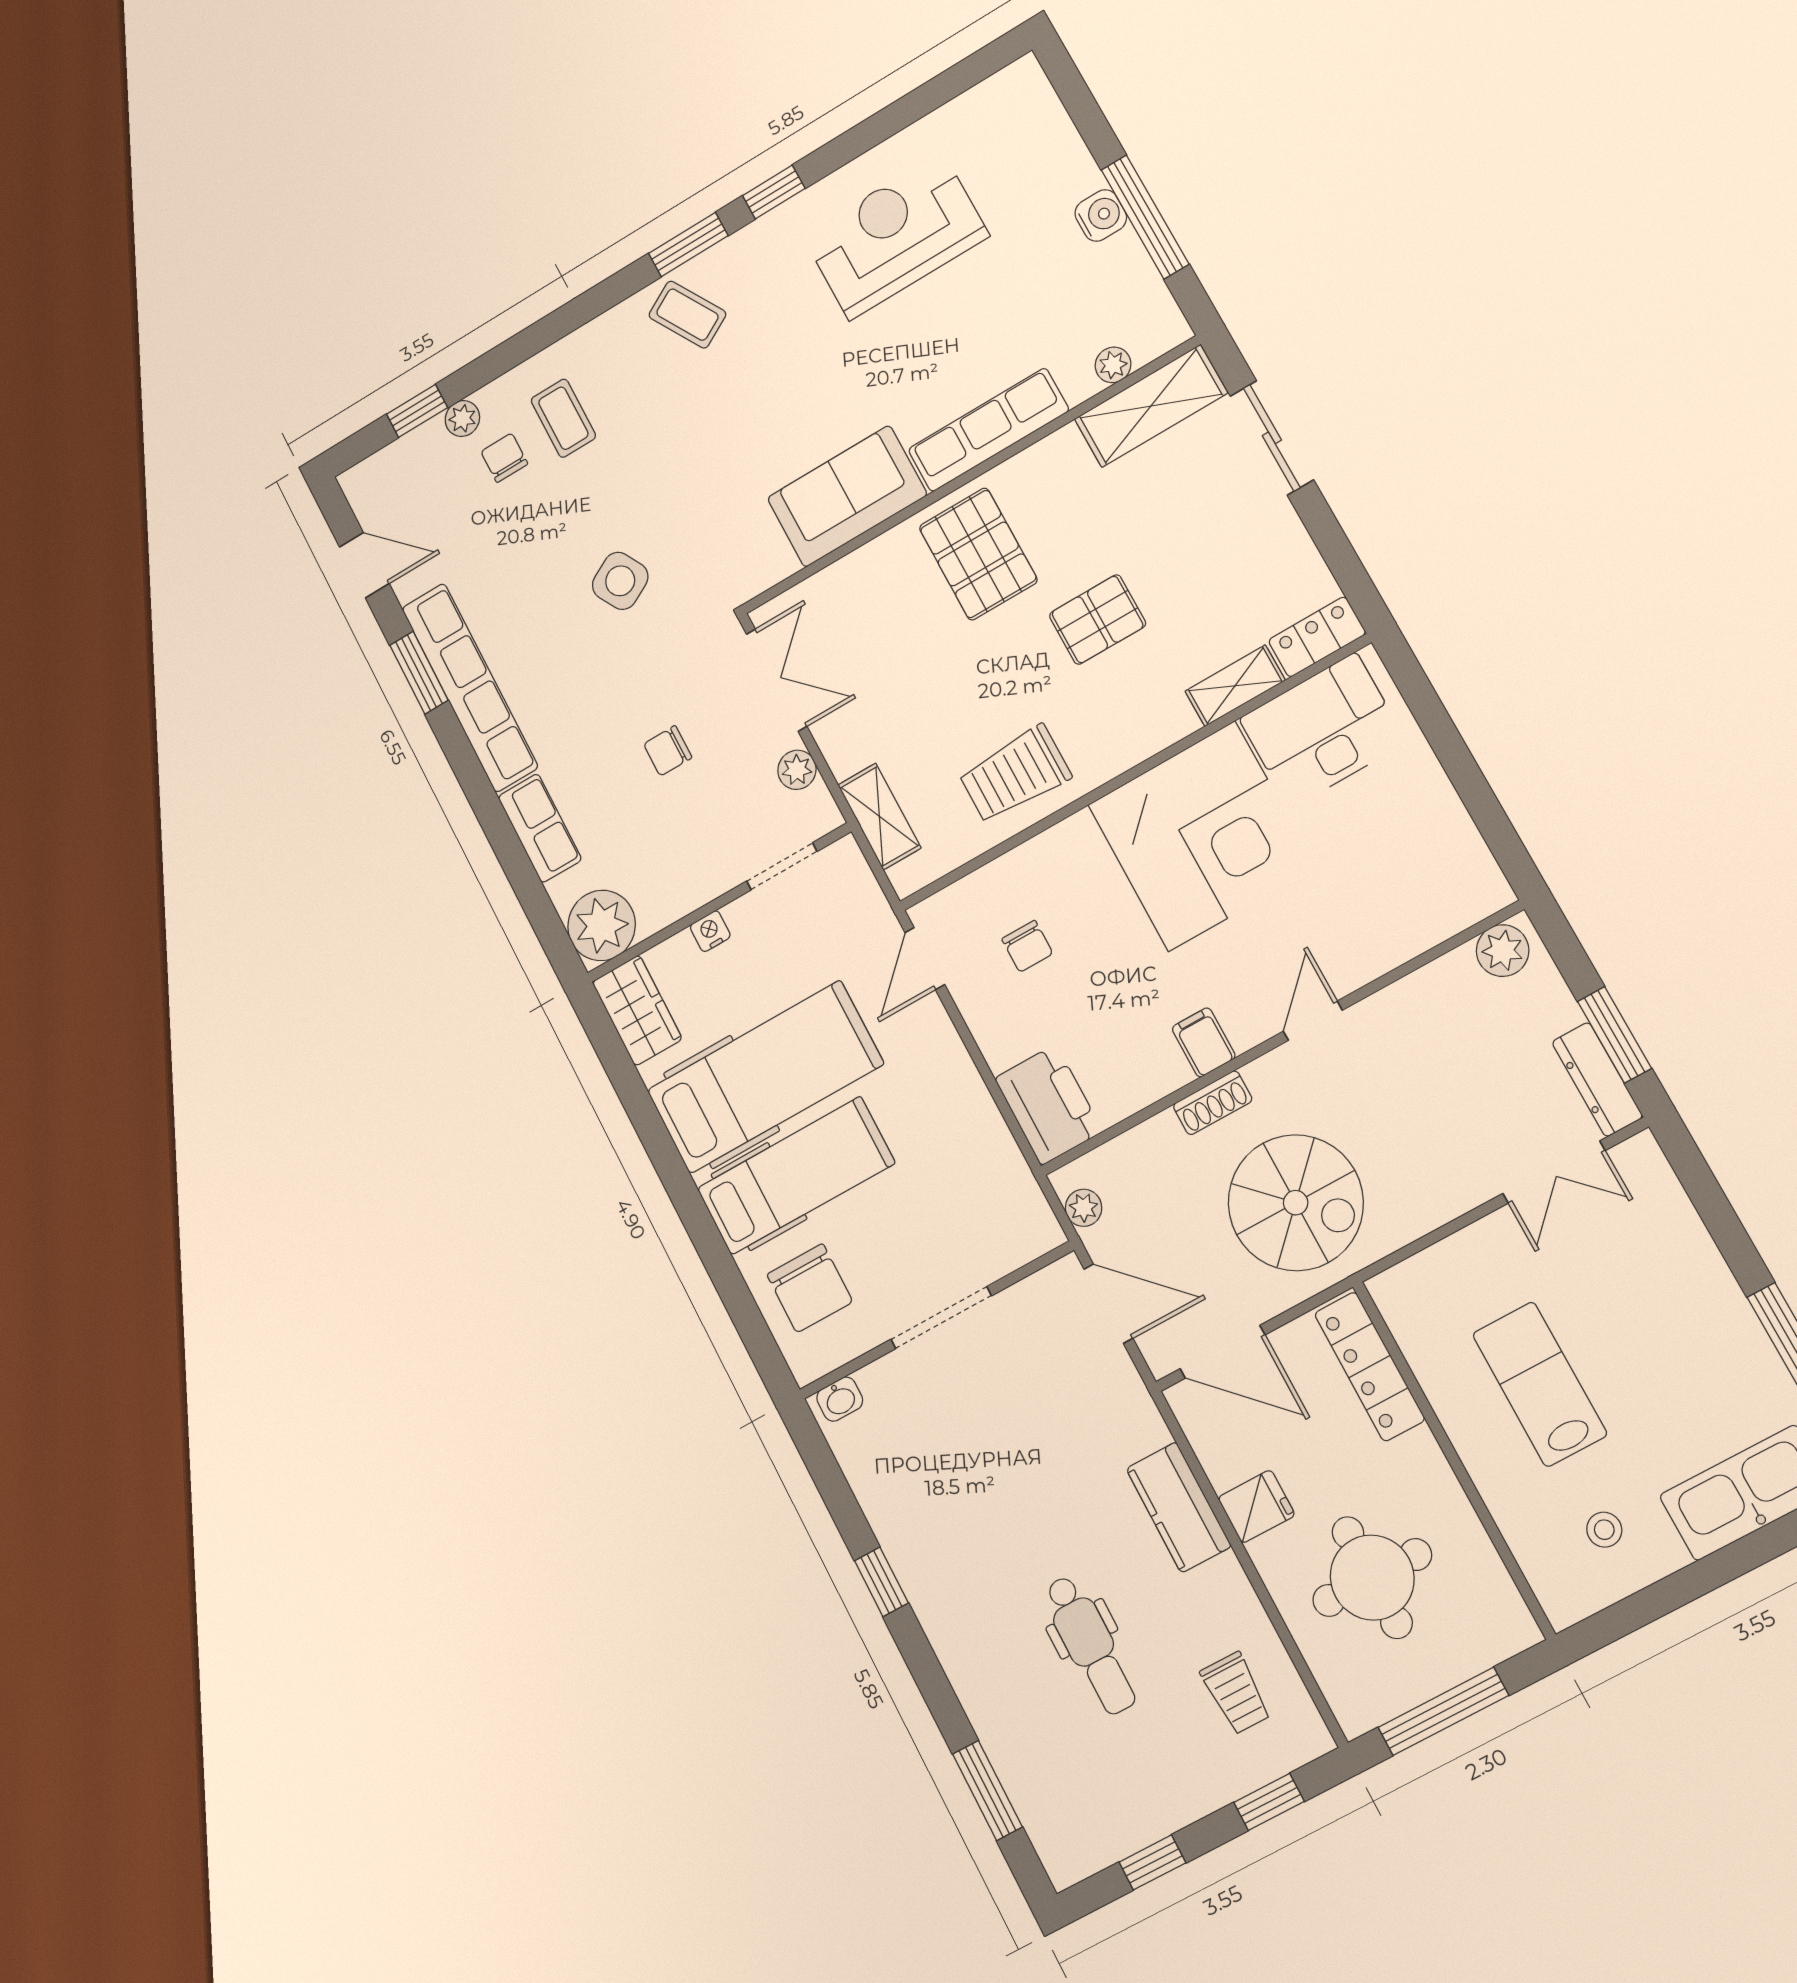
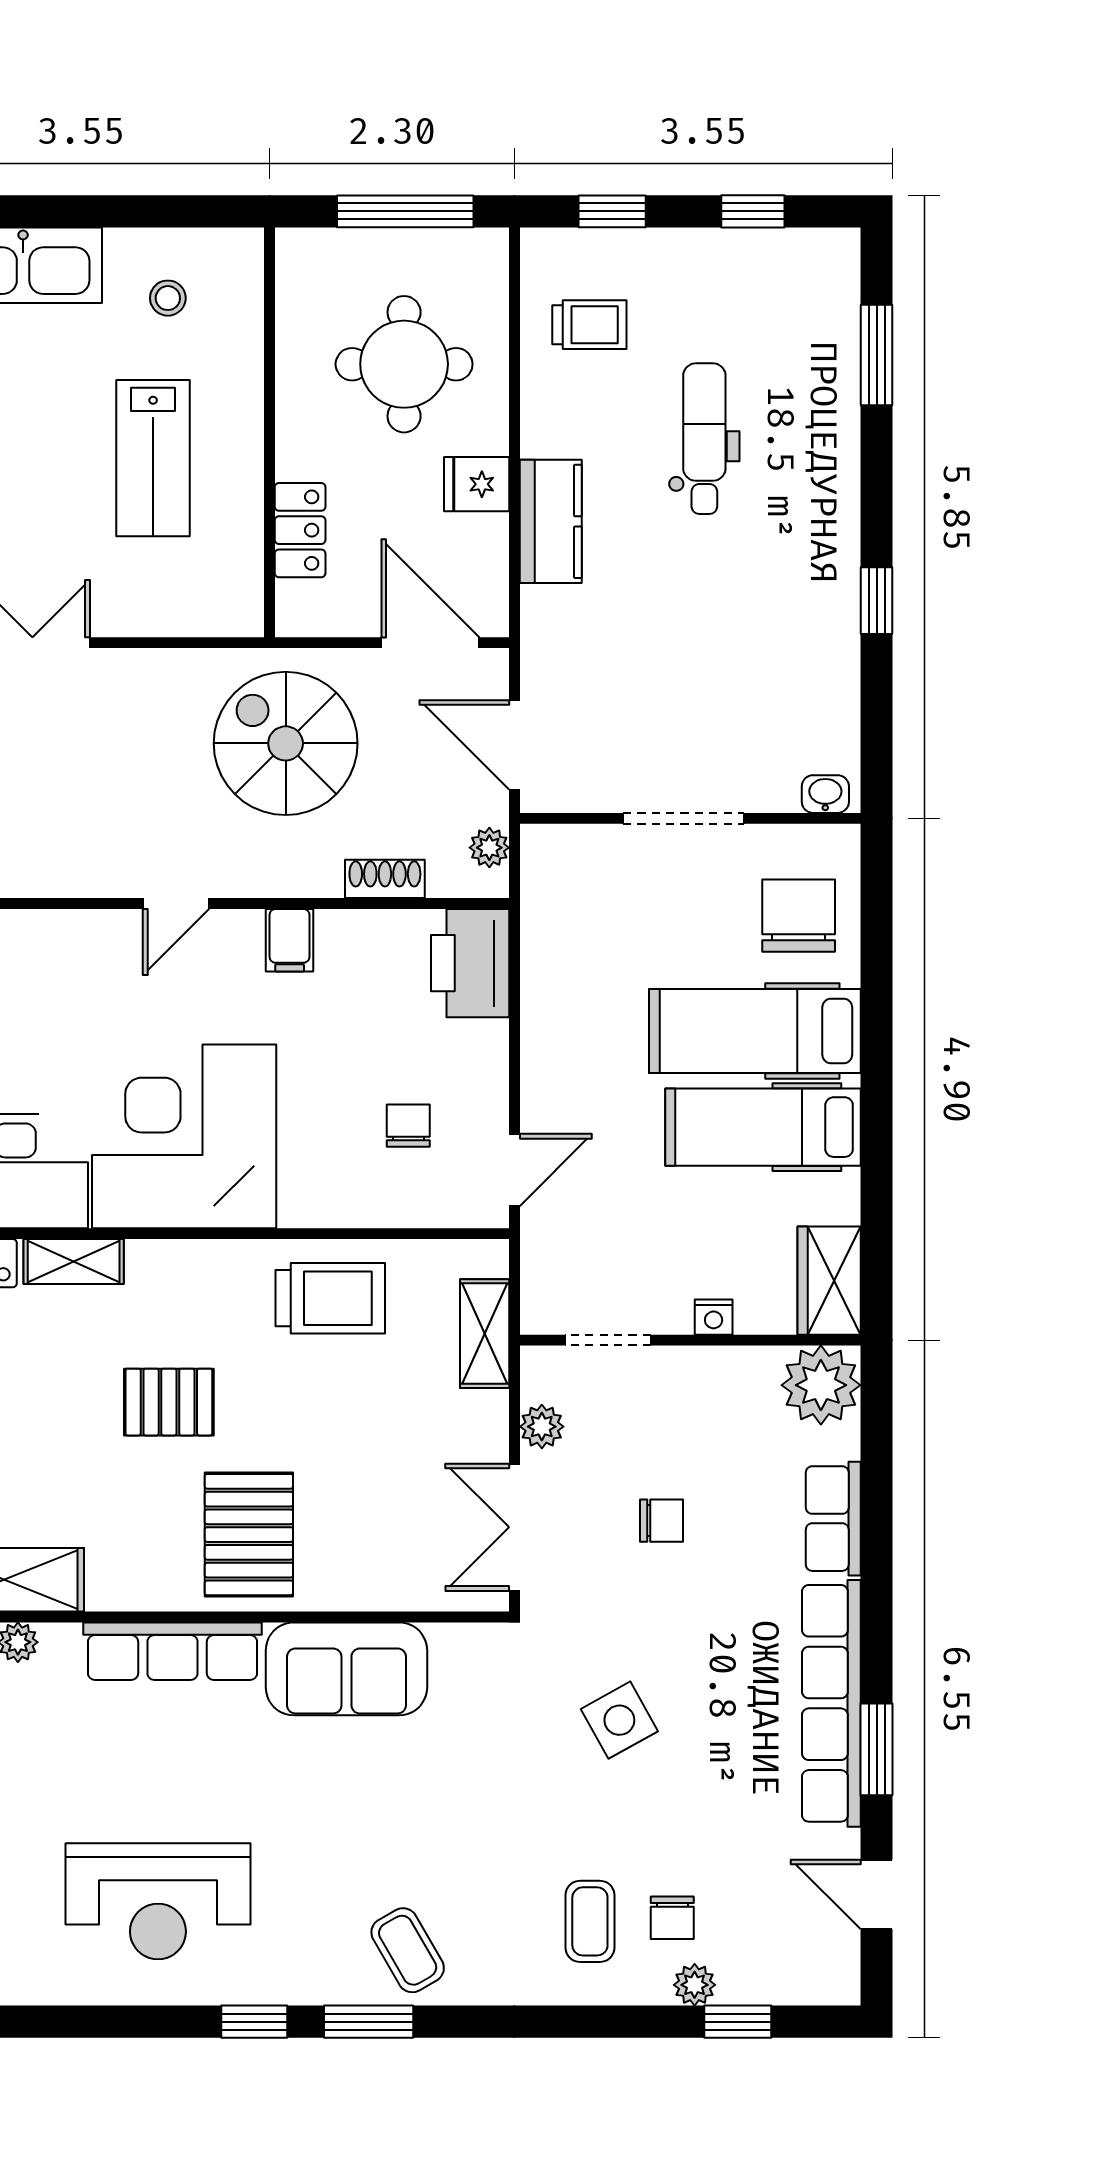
hospital bed: (765, 1077) -> (763, 1127), width x0.73, depth x0.78
shoe rack: (1213, 1103) -> (385, 879), moved
locker: (1370, 1366) -> (300, 530), width x0.66
trolley: (1236, 1693) -> (589, 325), turned 90

